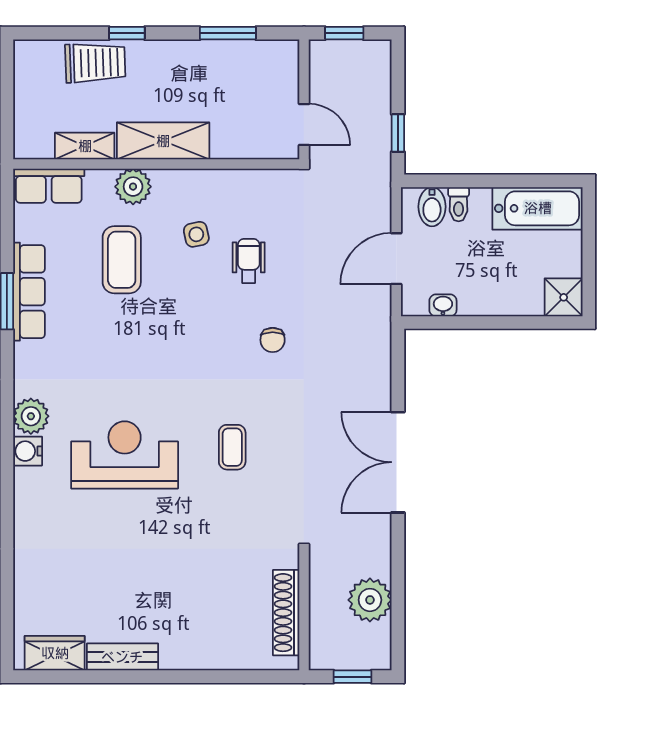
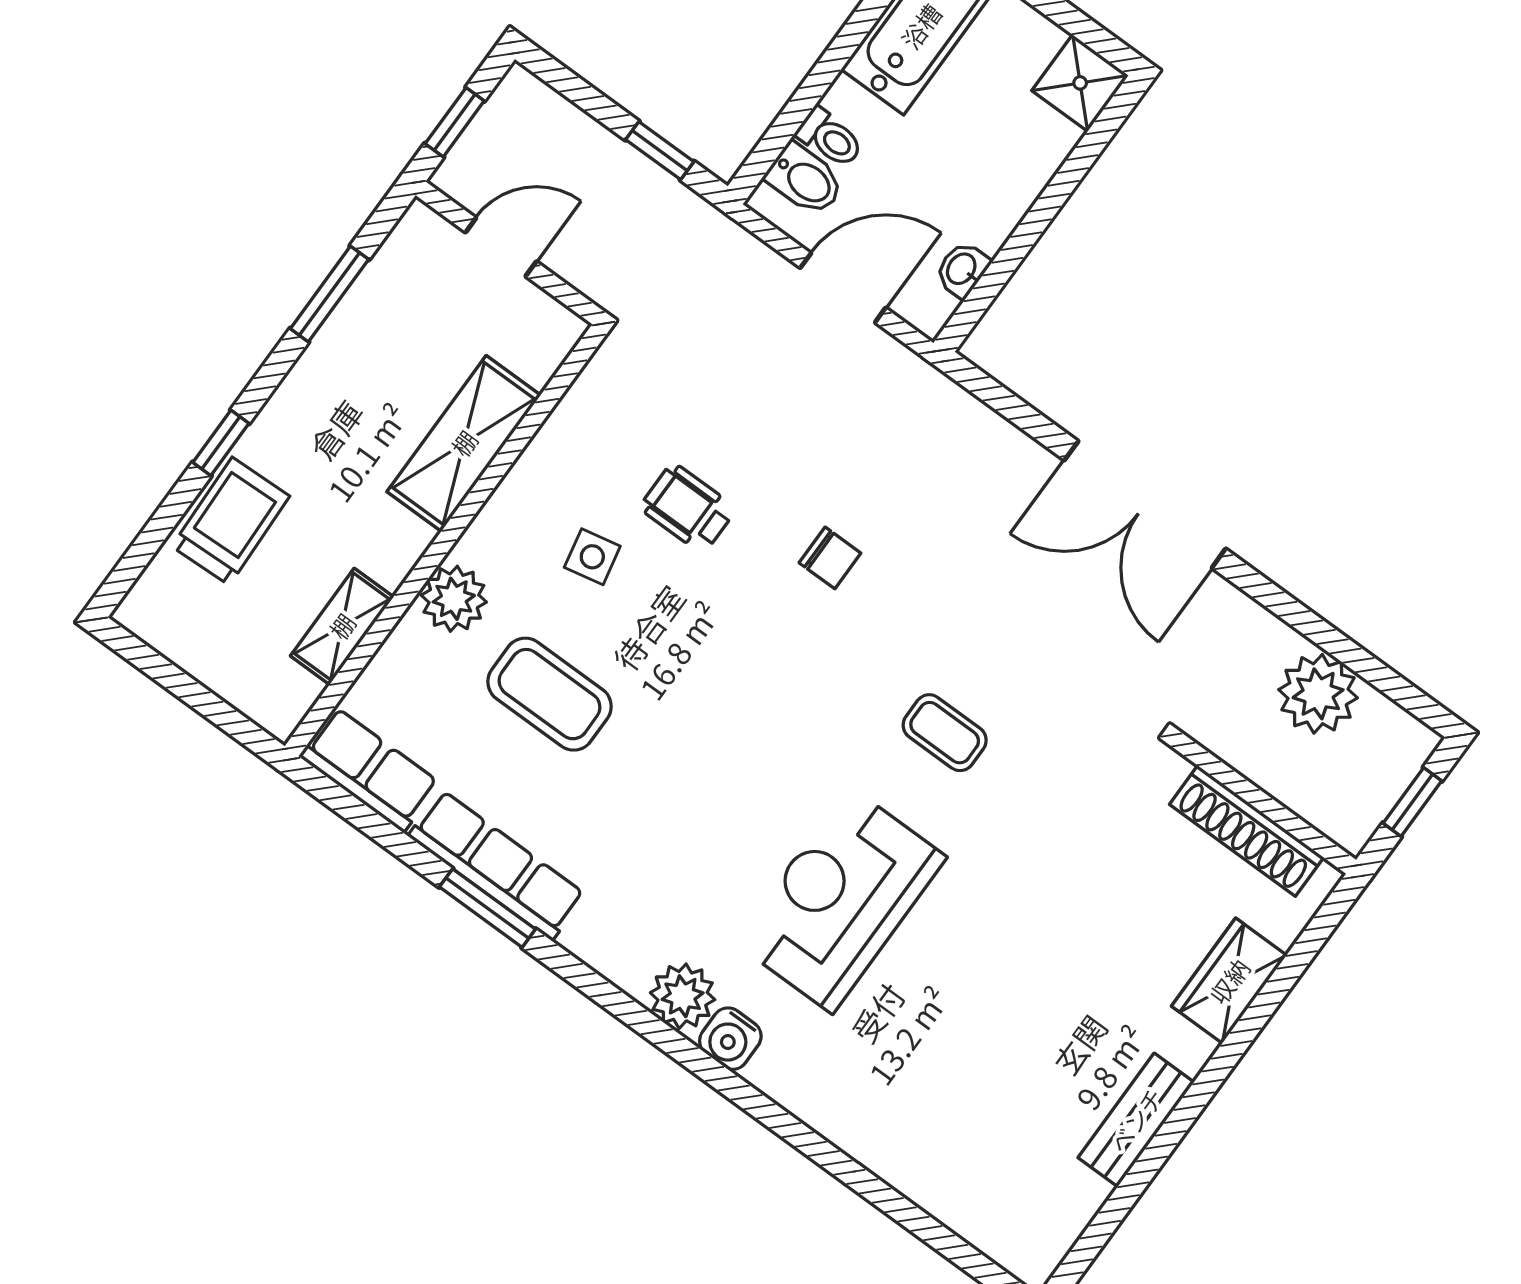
door: (304, 125) -> (501, 247), moved
shelving: (163, 141) -> (464, 443), moved
row of seats: (49, 186) -> (369, 770), moved, turned -90
door: (396, 259) -> (843, 288), swing flipped
wardrobe: (55, 653) -> (1229, 981), moved

